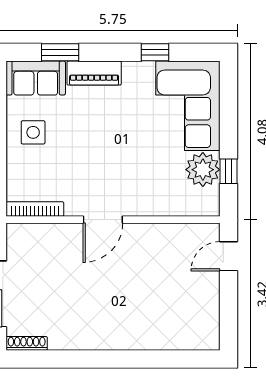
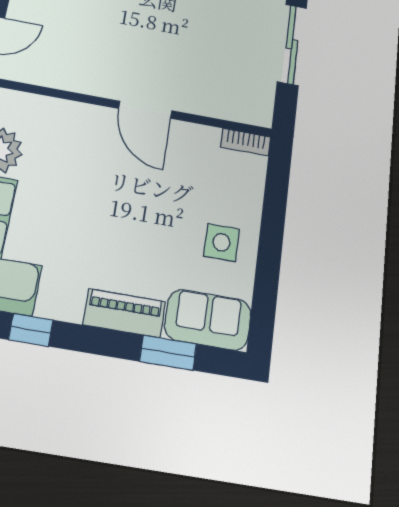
bookcase: (35, 209) -> (246, 142), width x0.64
door: (103, 220) -> (145, 110), swing flipped

